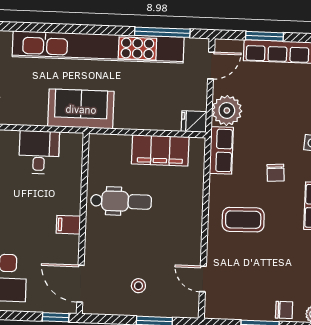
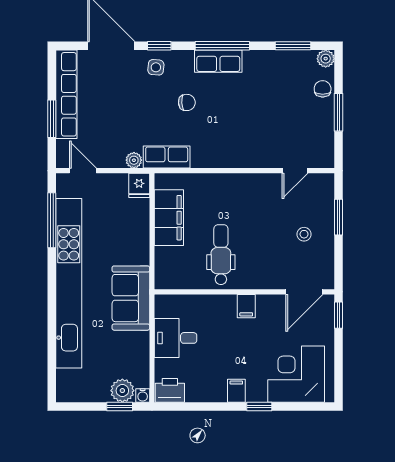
plant: (227, 110) -> (134, 160), width x0.53, depth x0.53
coffee table: (243, 220) -> (235, 133), removed

